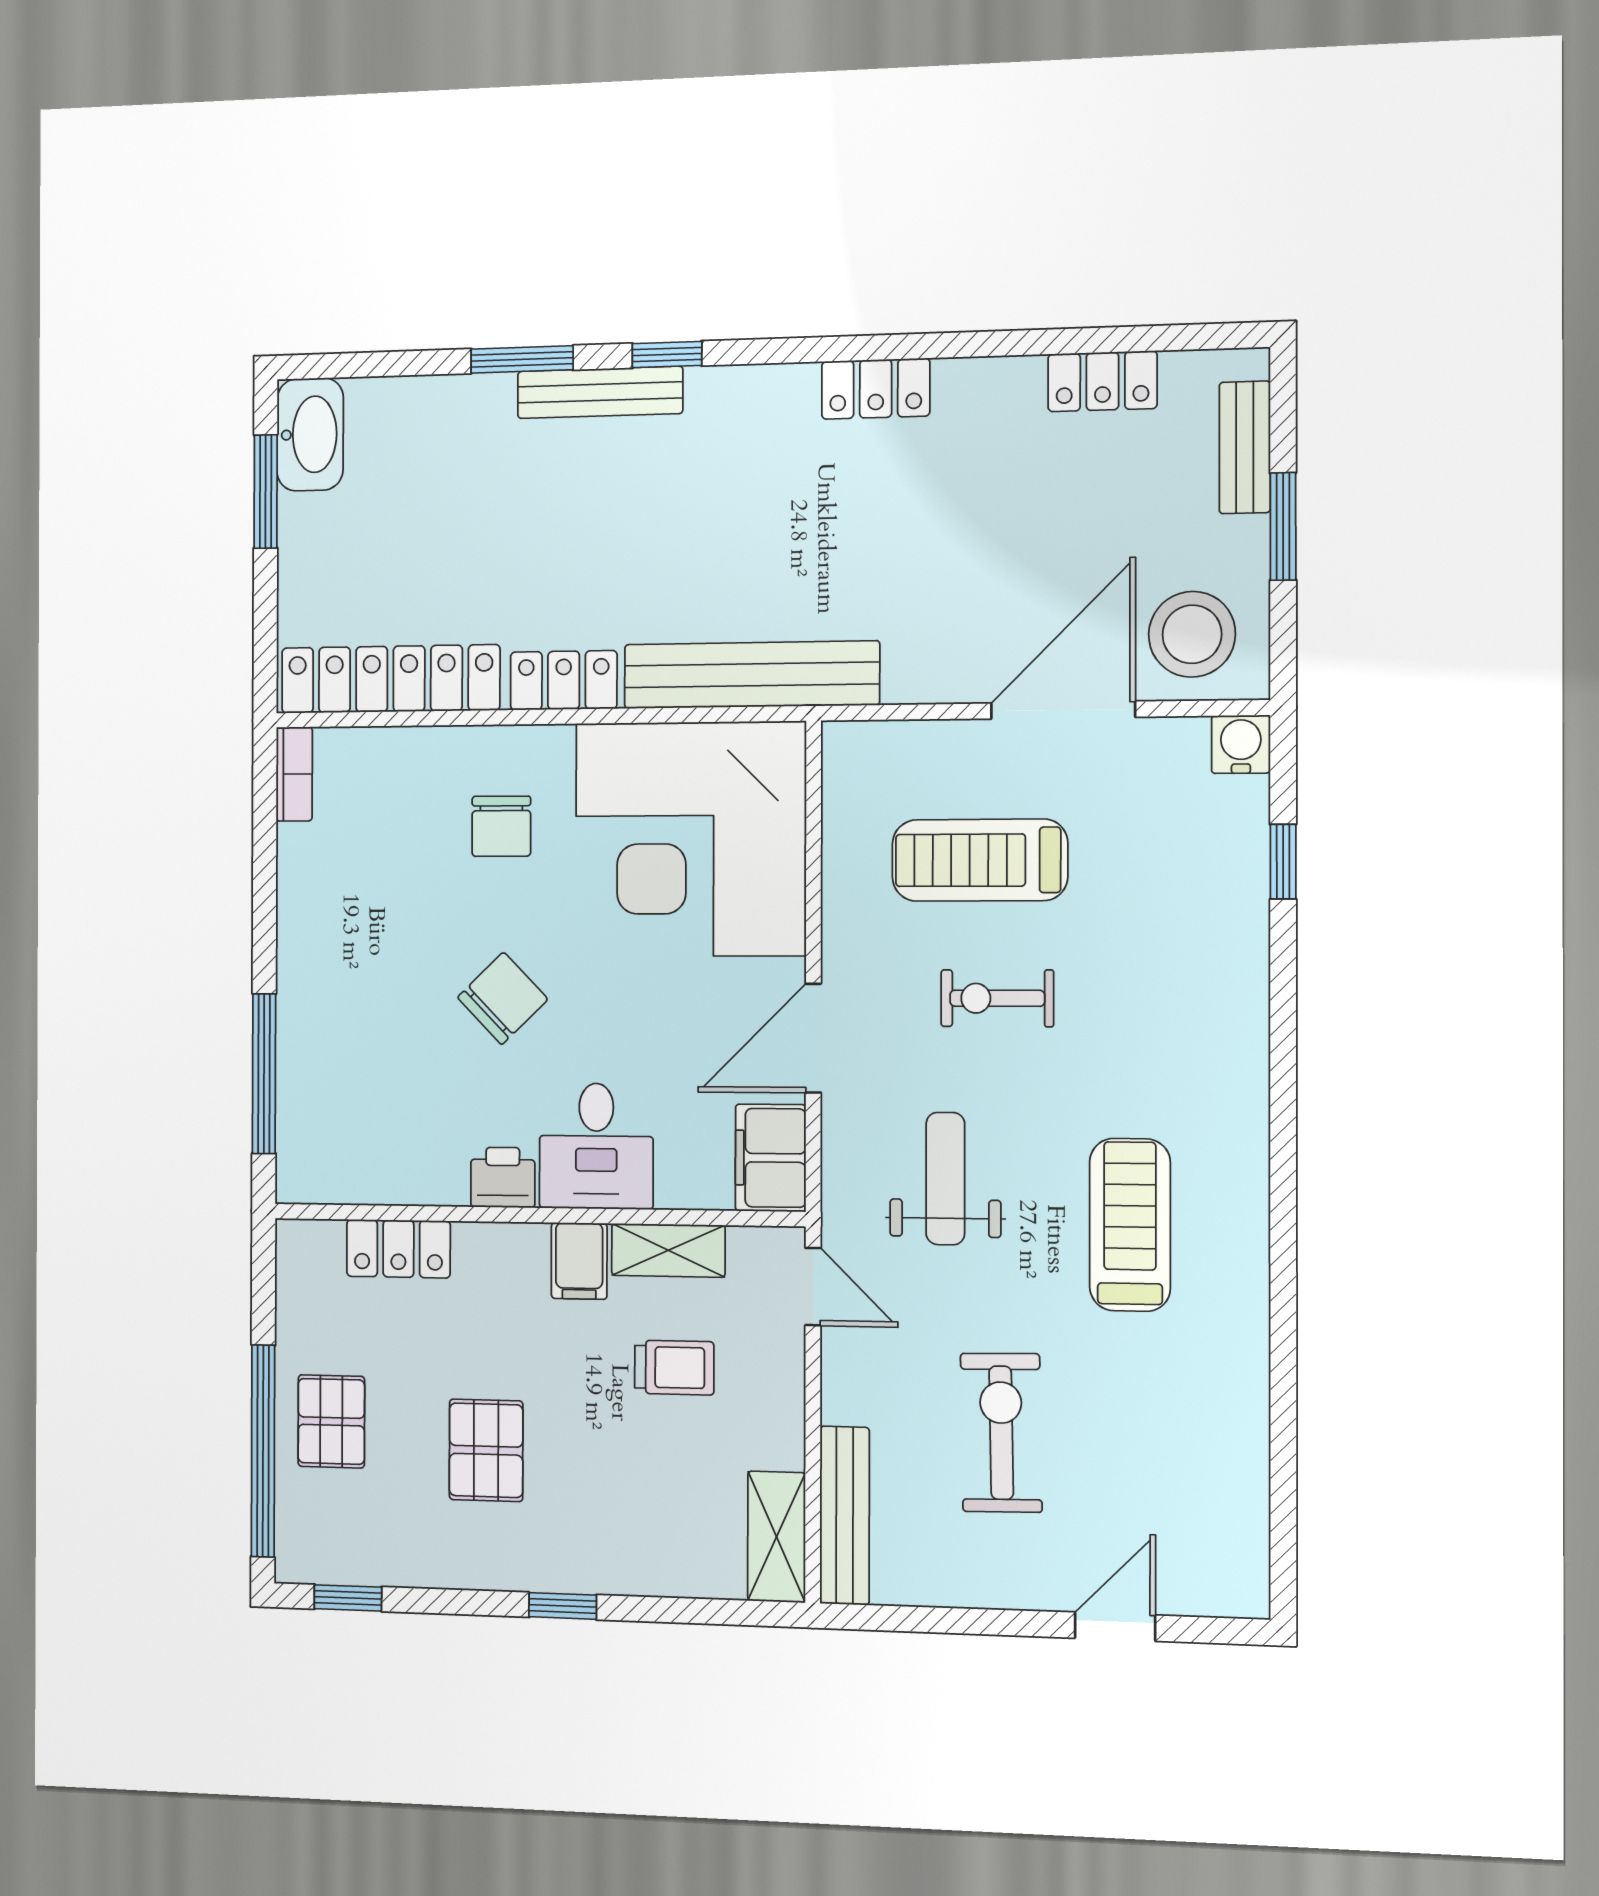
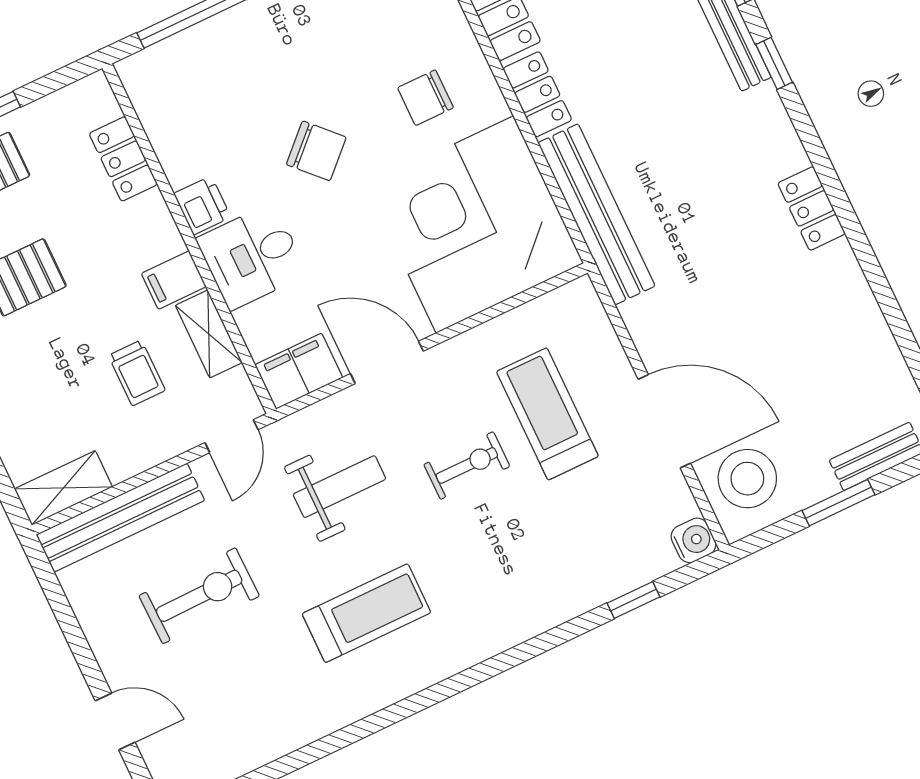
locker: (1102, 381) -> (879, 349), removed
exercise bike: (997, 998) -> (467, 465), turned 90
bench: (845, 1515) -> (120, 518), width x1.37, depth x1.21

